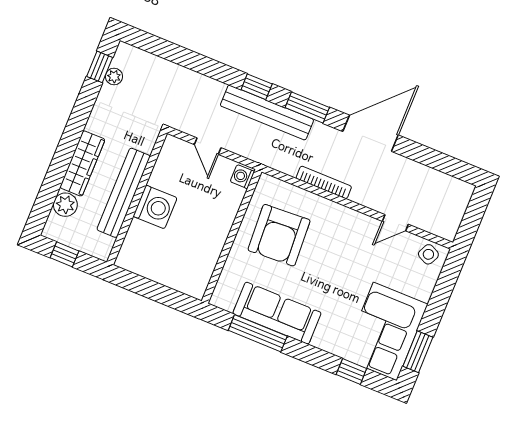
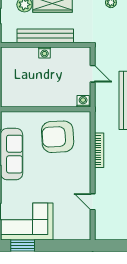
door: (208, 146) -> (93, 74), swing flipped
washing machine: (155, 207) -> (44, 52), width x0.53, depth x0.53
side table: (428, 254) -> (82, 229), removed

